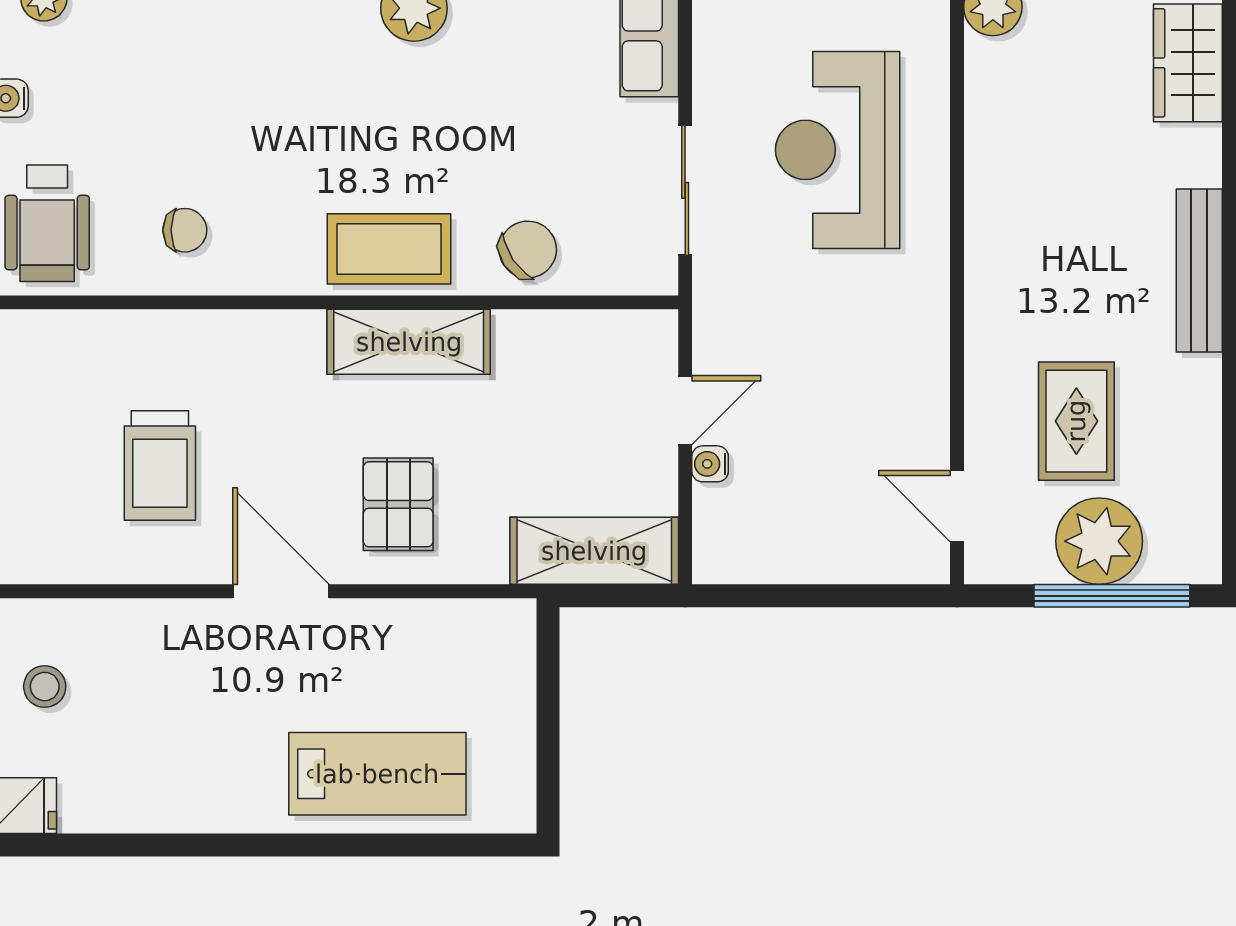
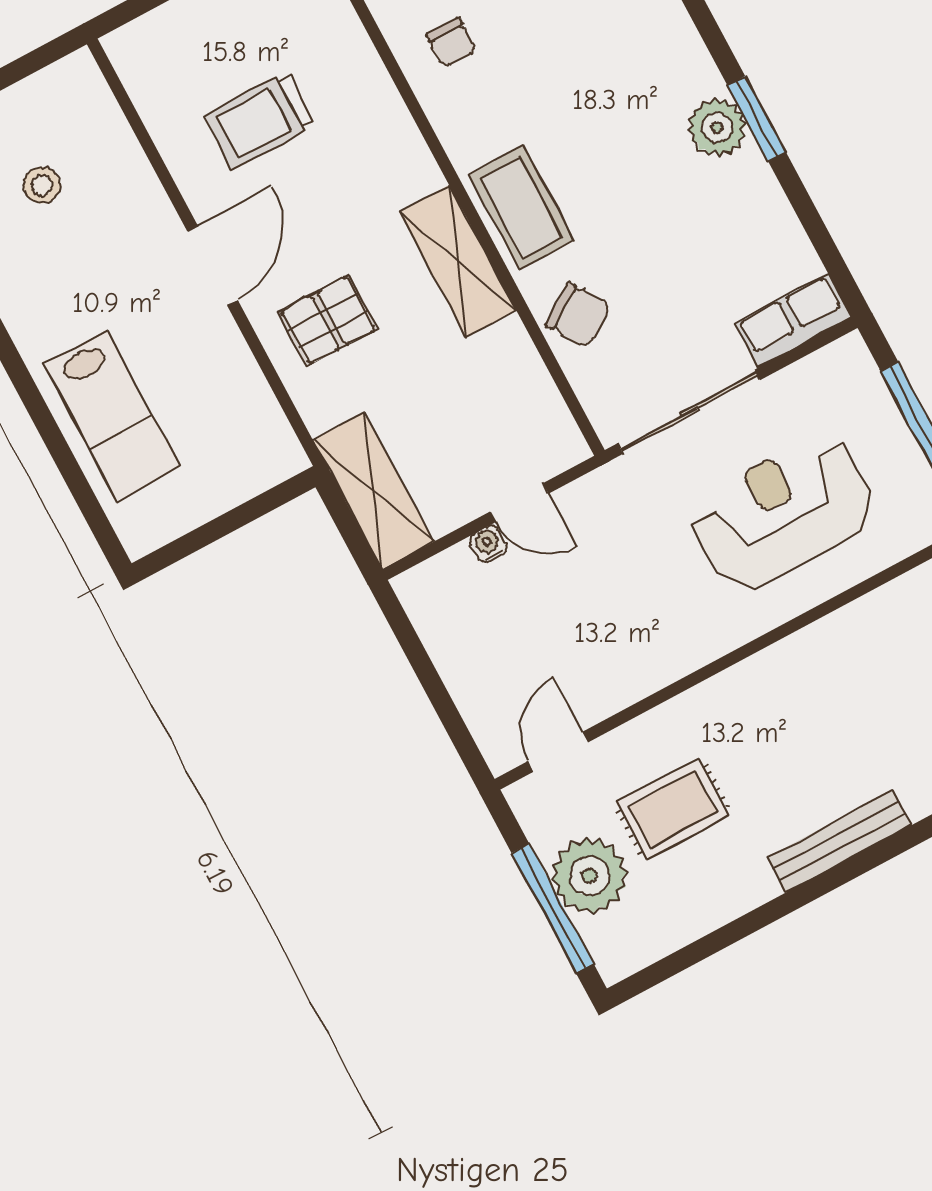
sliding door: (685, 190) -> (689, 412), width x1.37
stool: (45, 687) -> (42, 185), moved

